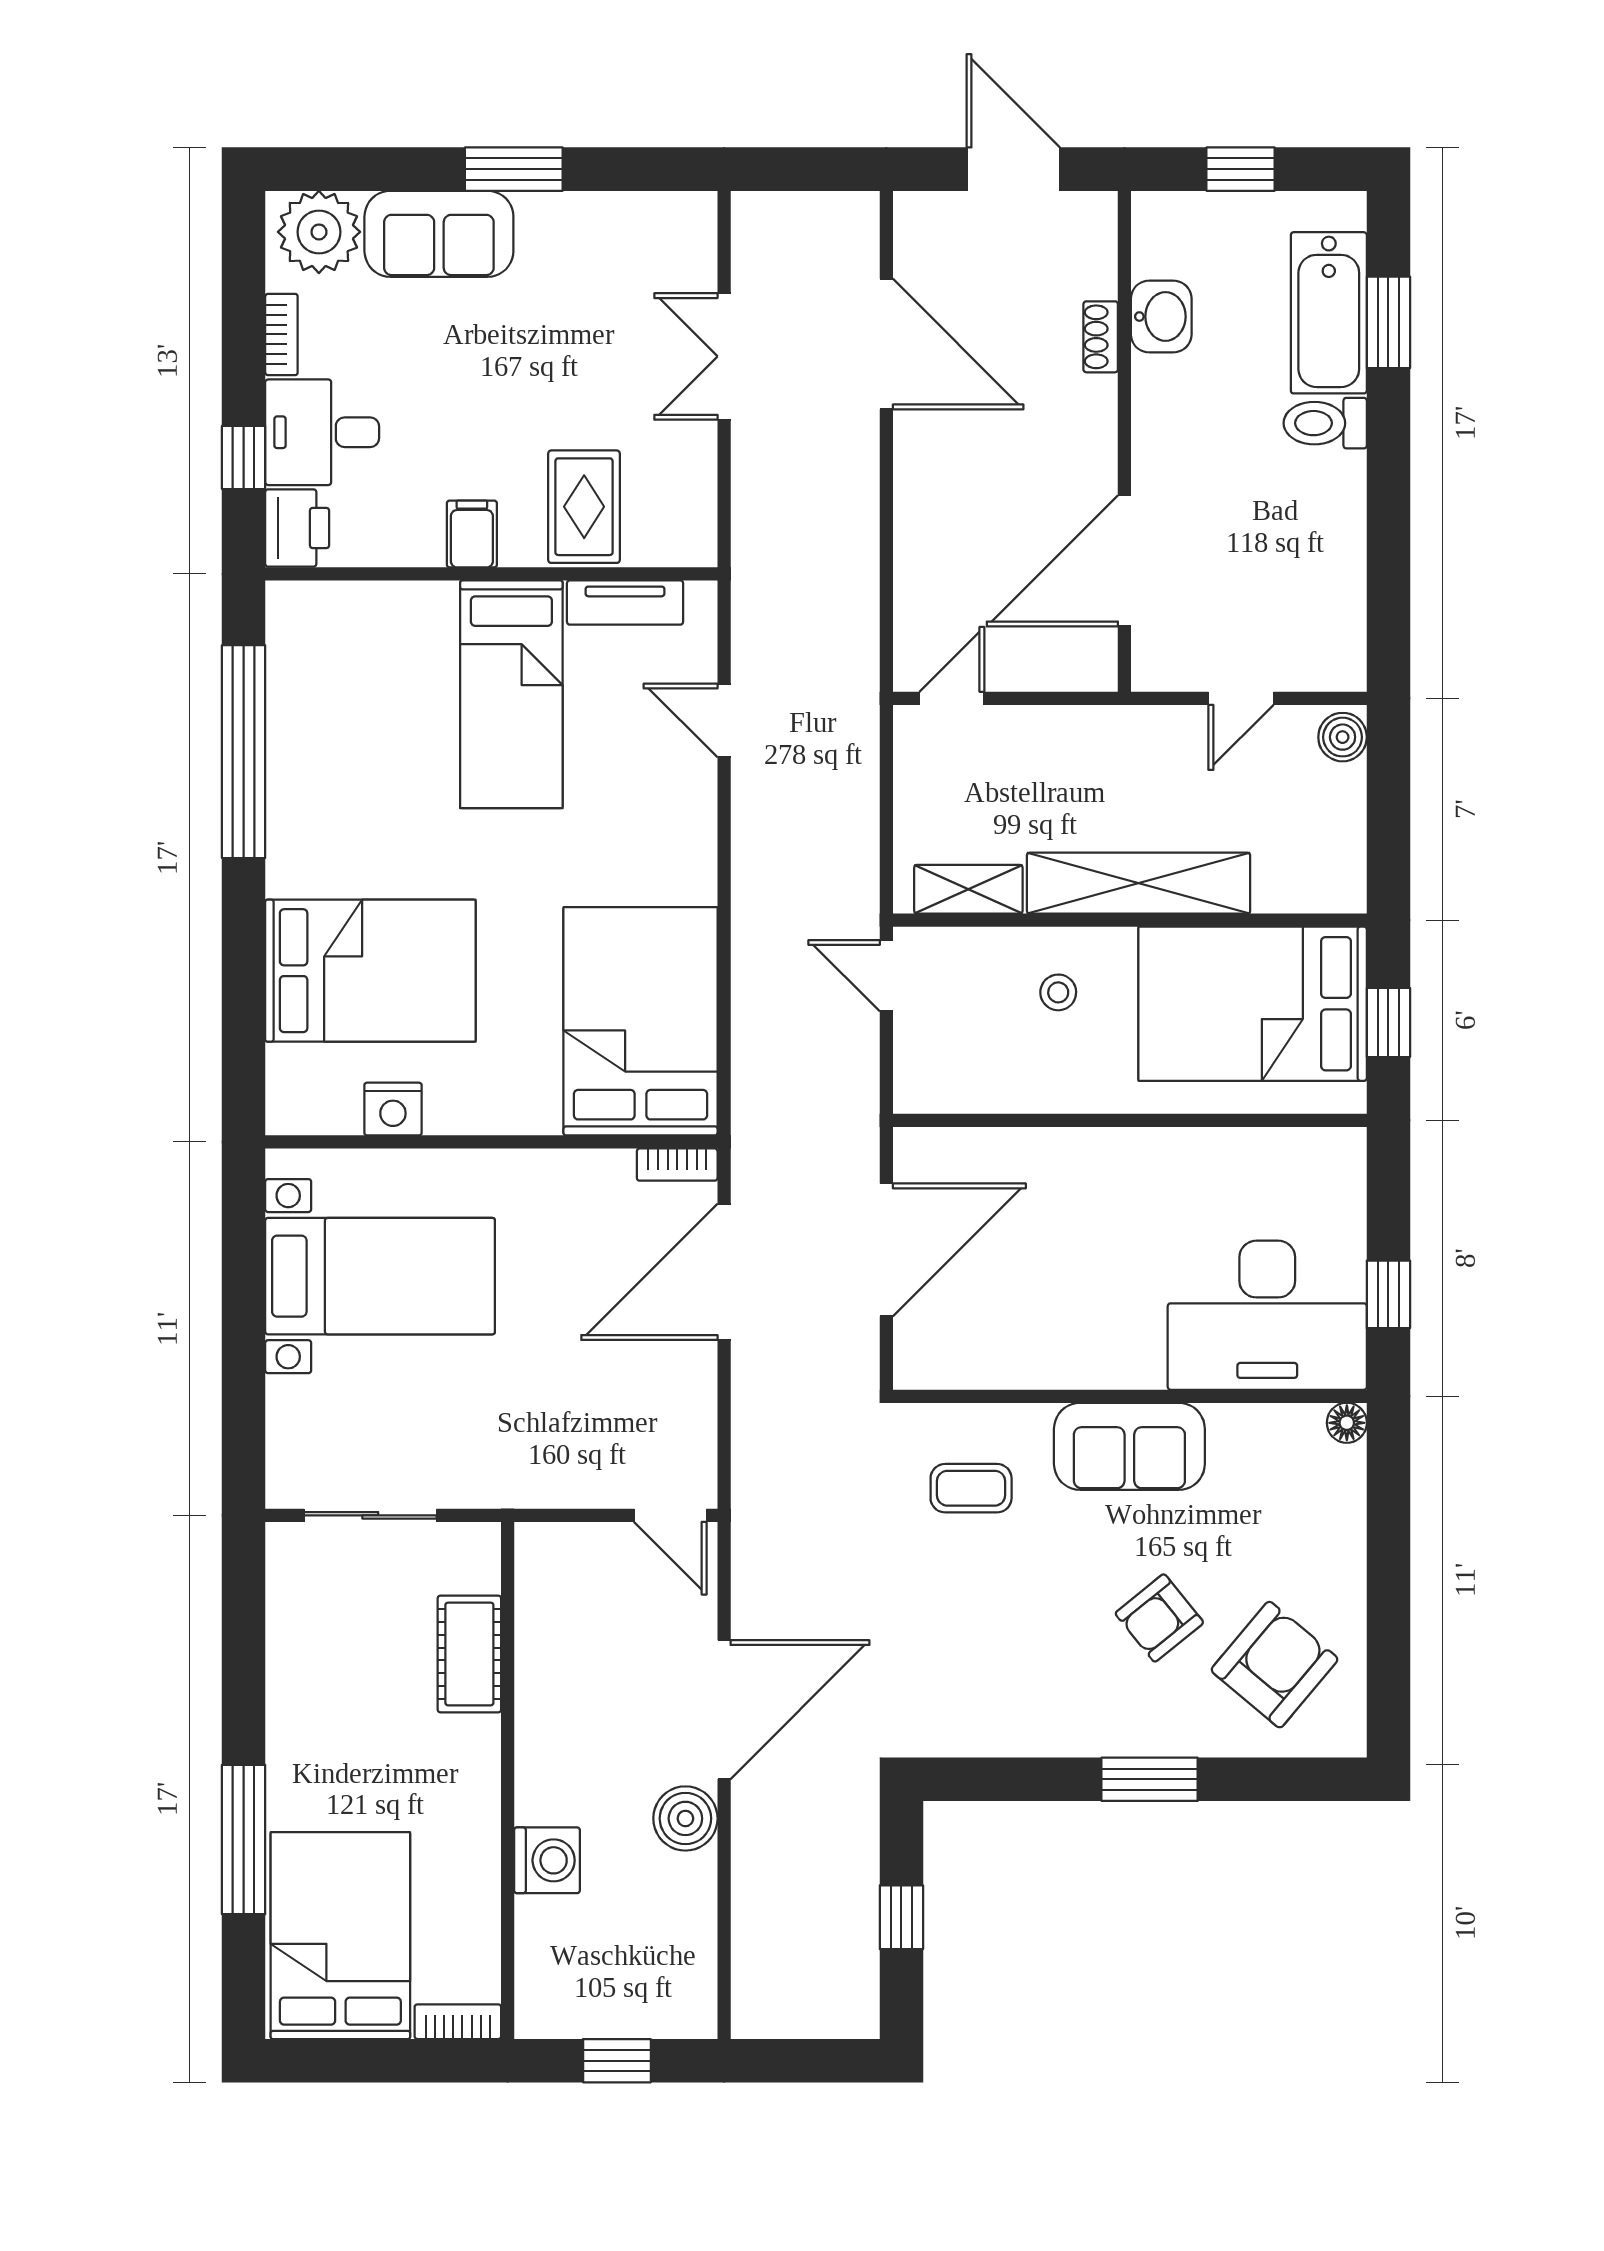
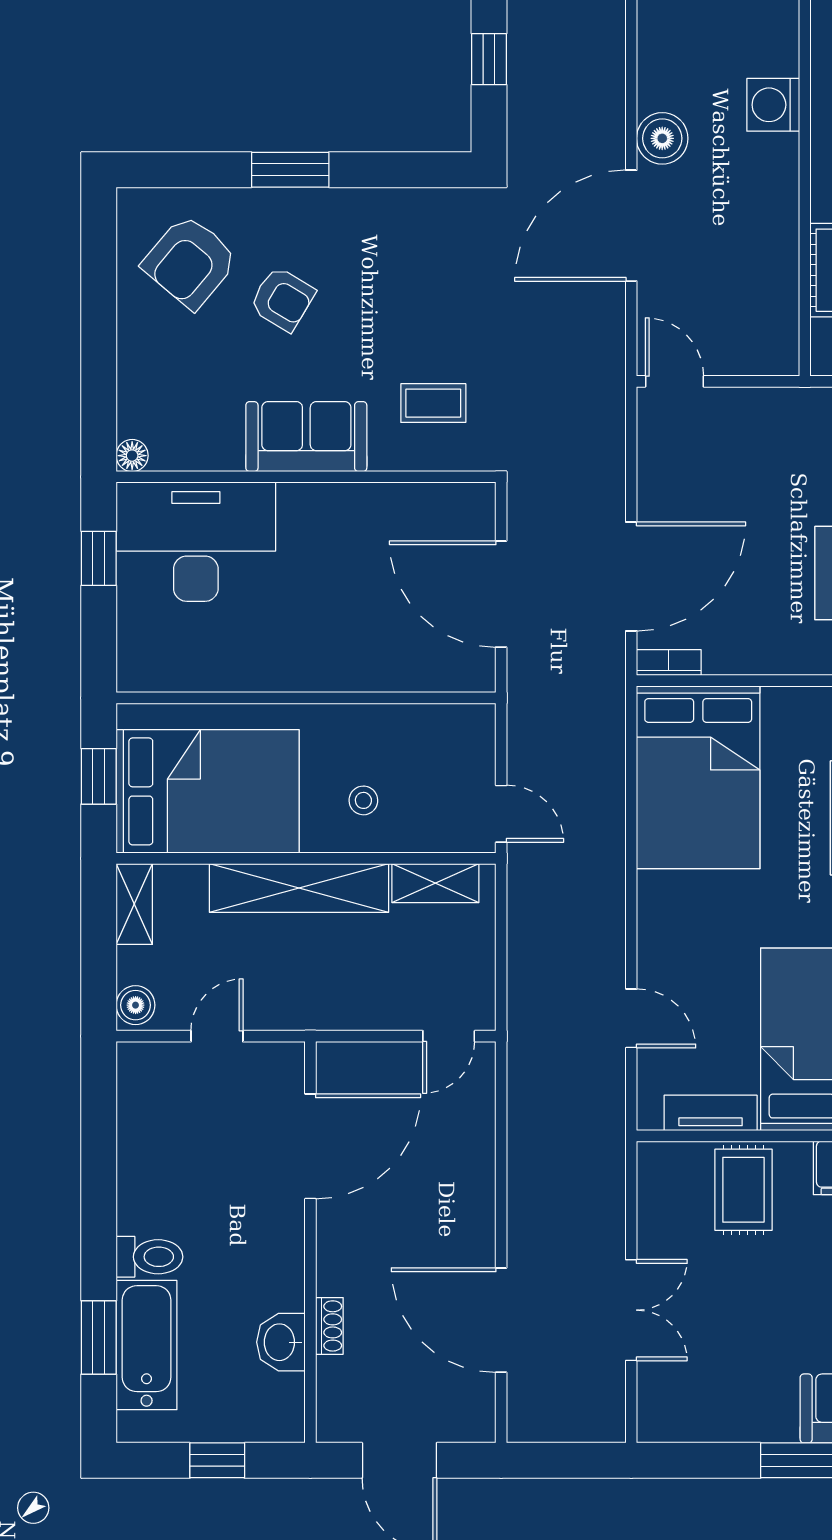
shelving: (1344, 863) -> (134, 904), added
door: (886, 1250) -> (501, 594), hinge flipped
armchair: (1159, 1618) -> (282, 299), turned 70

